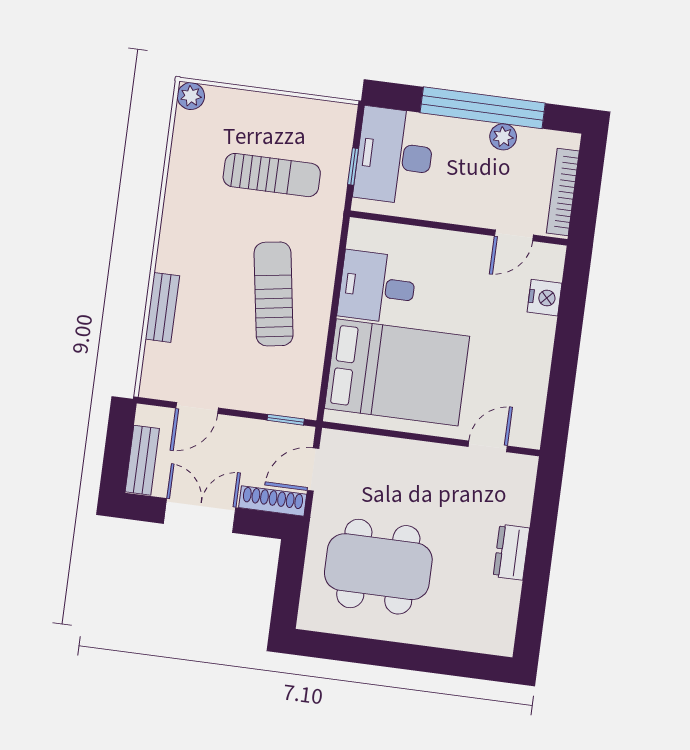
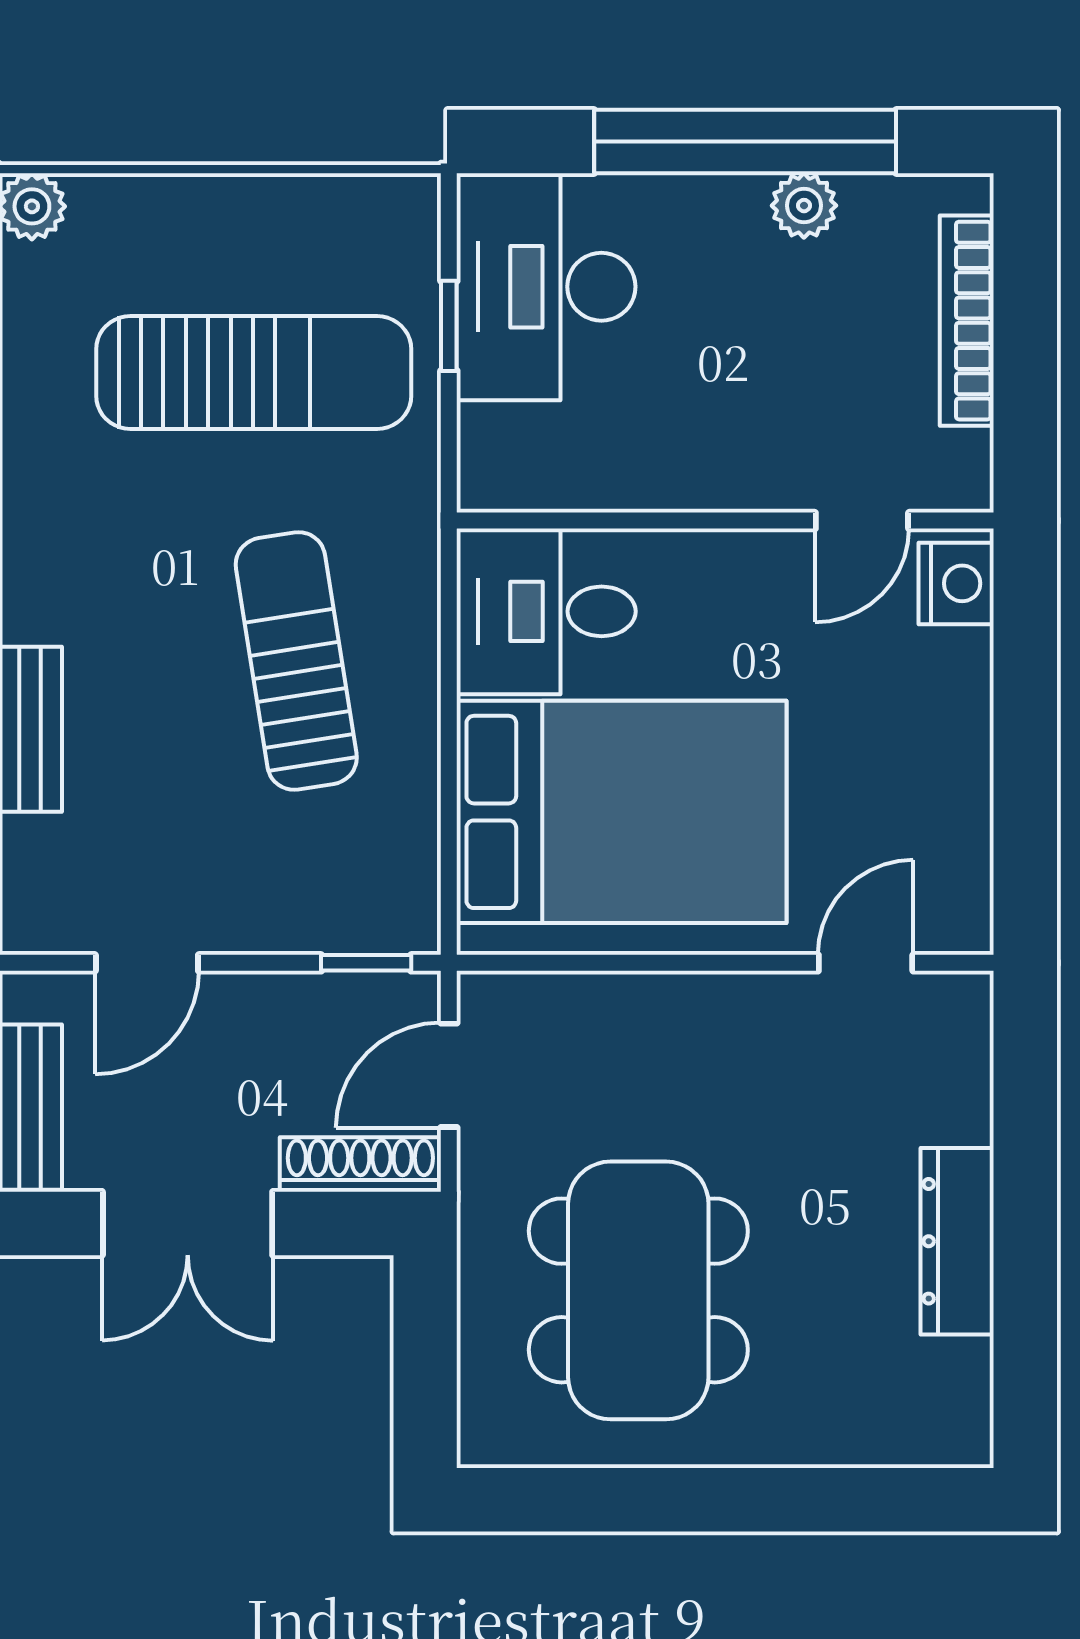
sun lounger: (272, 175) -> (254, 372), width x1.36, depth x1.34
wall: (459, 228) -> (725, 521), moved
door: (514, 235) -> (862, 521), moved
double door: (200, 516) -> (188, 1223), swing flipped
dresser: (511, 552) -> (957, 1241), width x1.44
dining table: (378, 567) -> (638, 1290), turned 90

